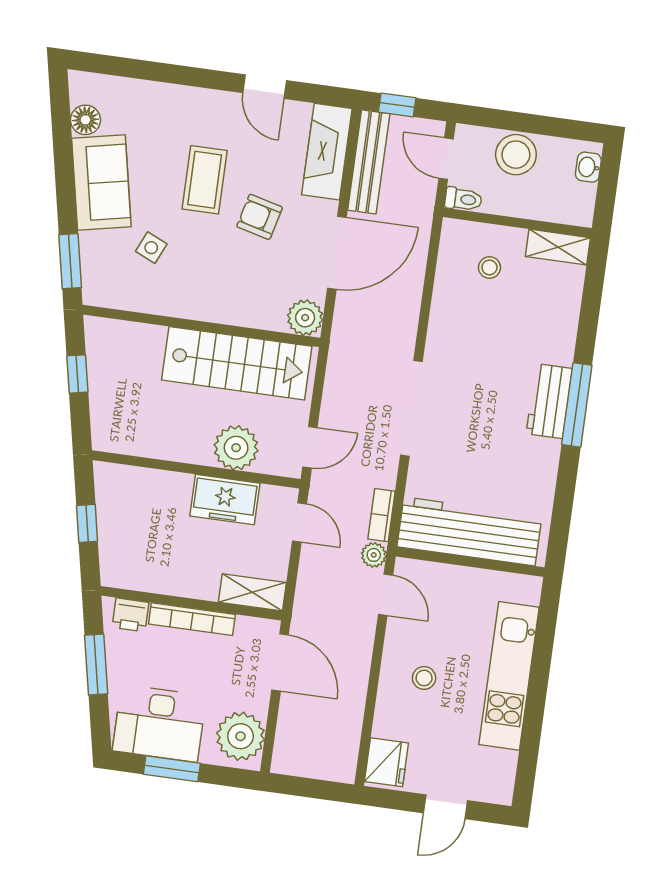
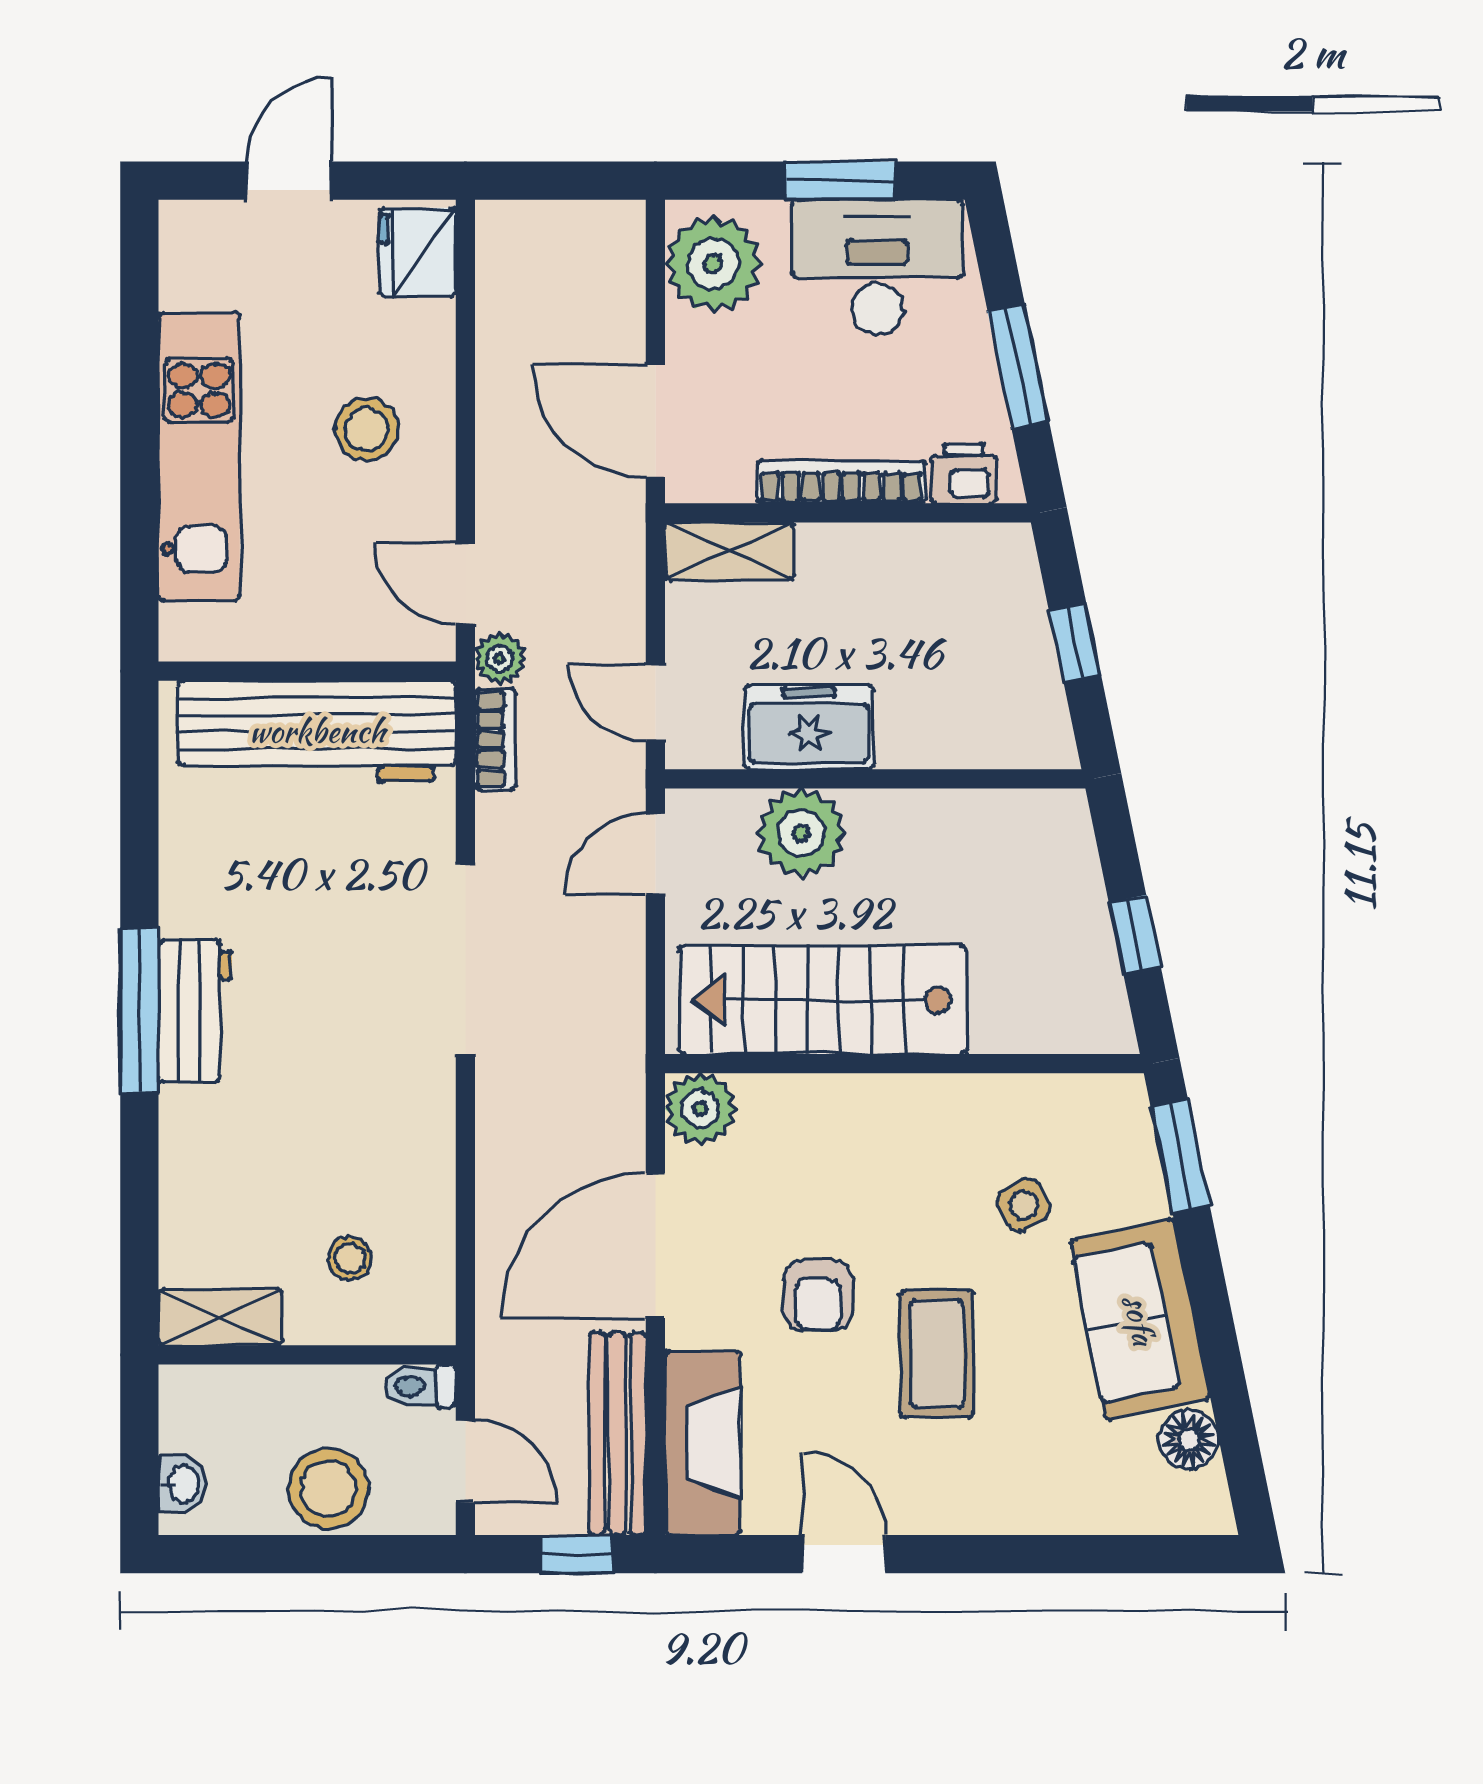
armchair: (260, 217) -> (818, 1295), turned 76
side table: (151, 248) -> (1024, 1205), turned 38
stool: (424, 678) -> (367, 429), width x1.37, depth x1.37

